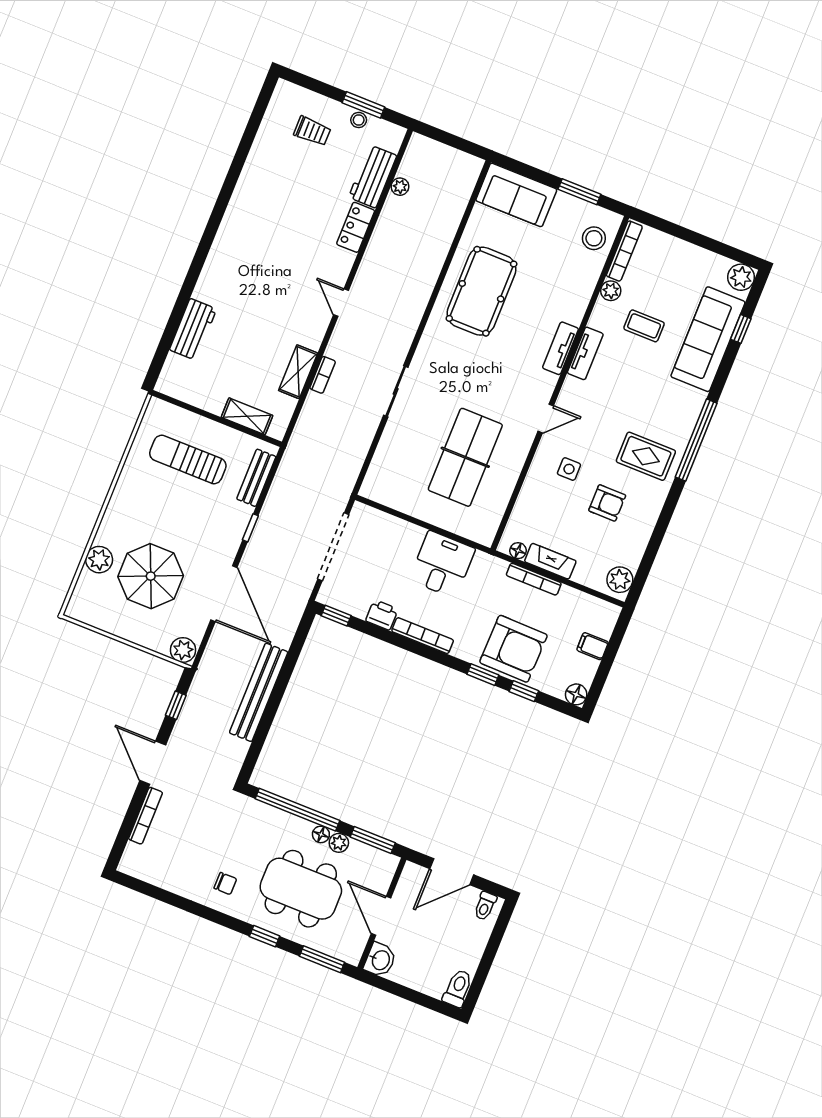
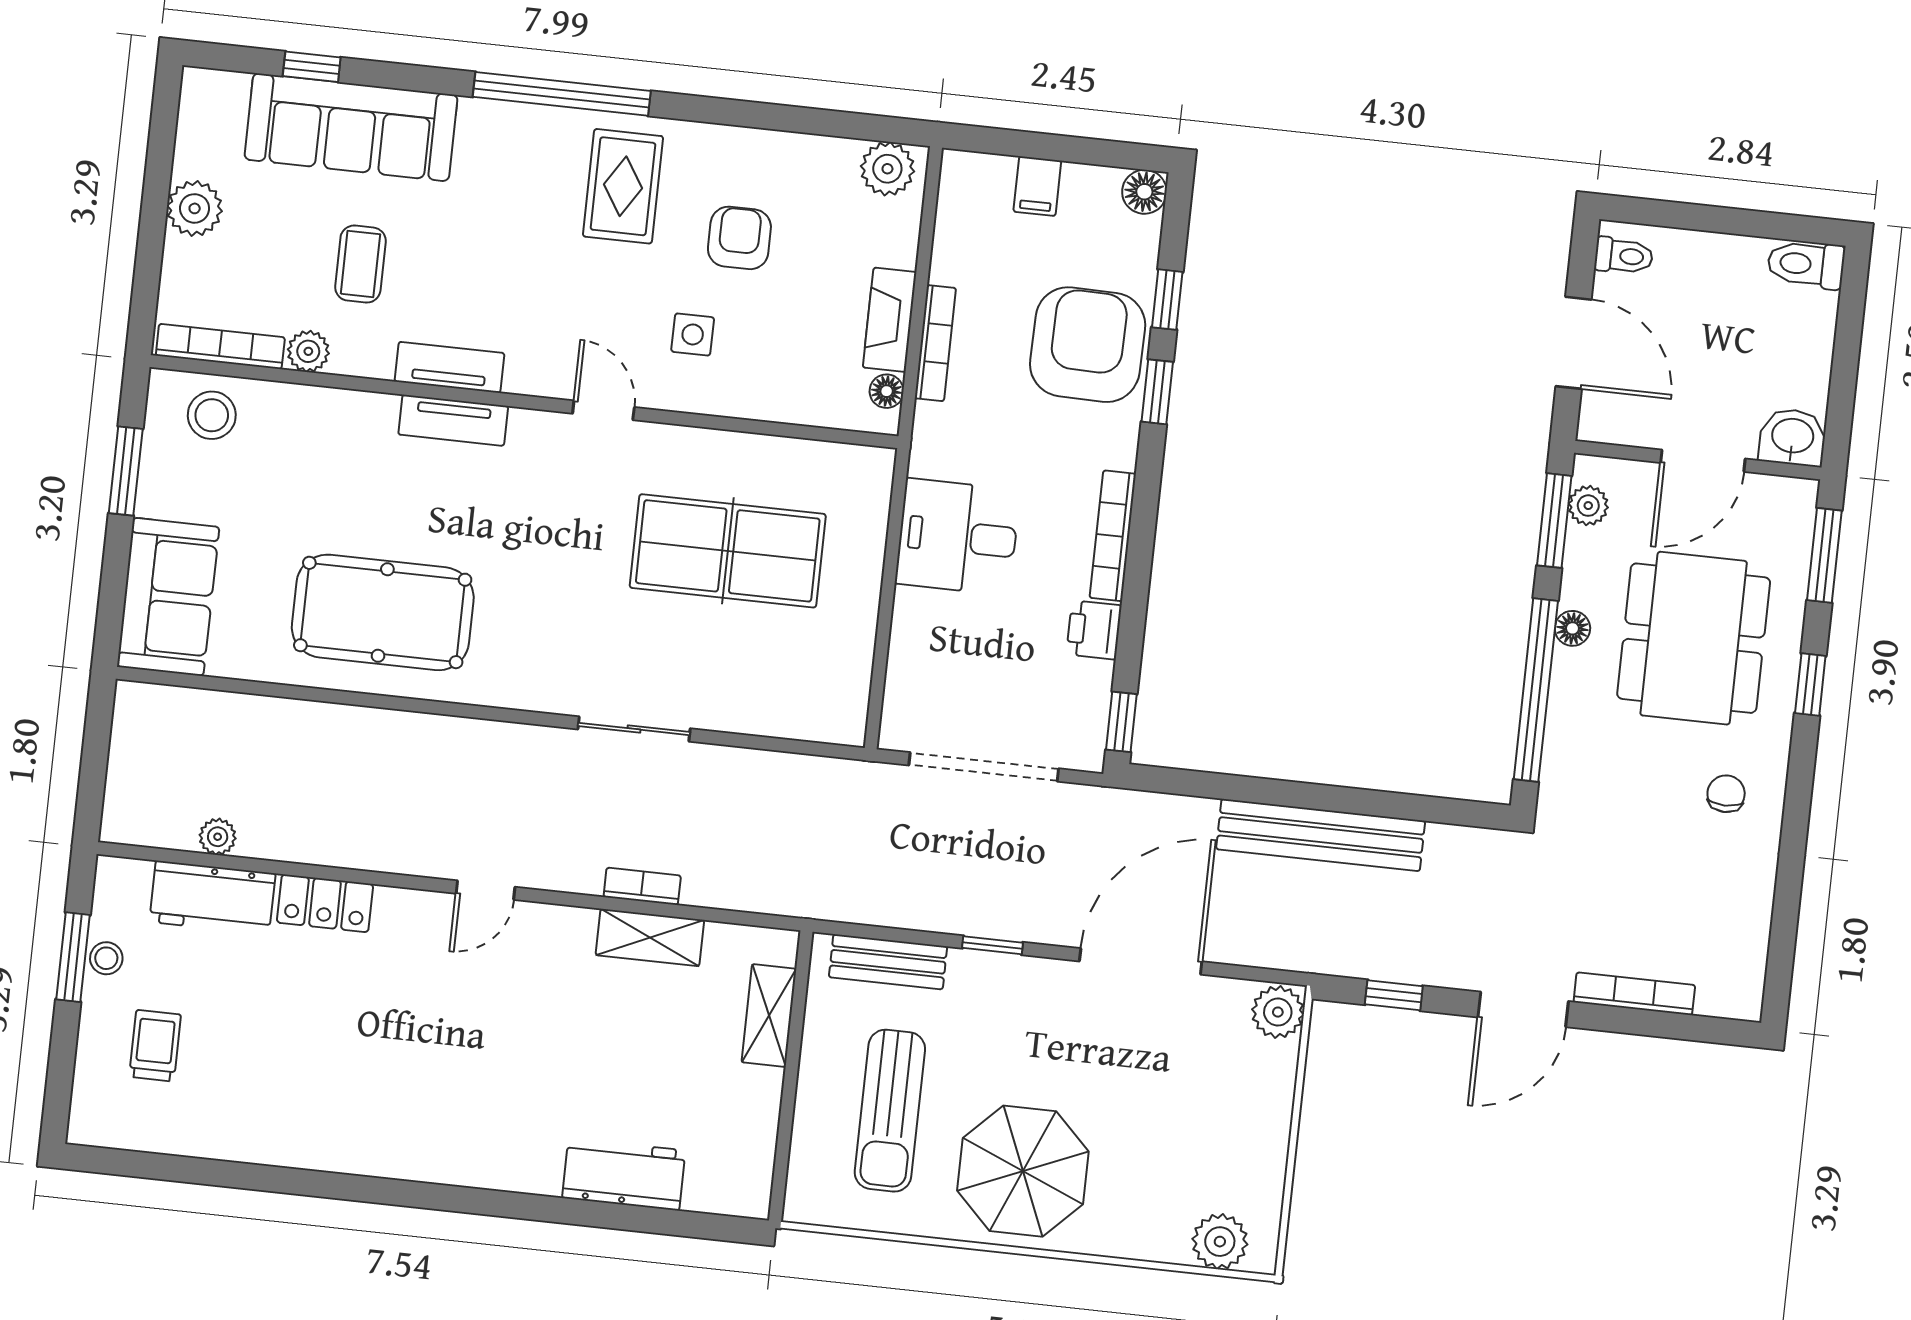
plant: (741, 277) -> (195, 208), moved
plant: (99, 560) -> (1220, 1242), moved
parasol: (151, 576) -> (1023, 1171), moved
plant: (339, 843) -> (1588, 506), moved

